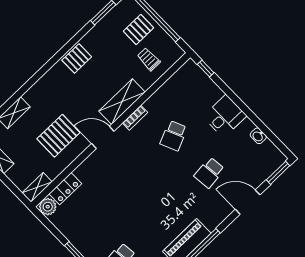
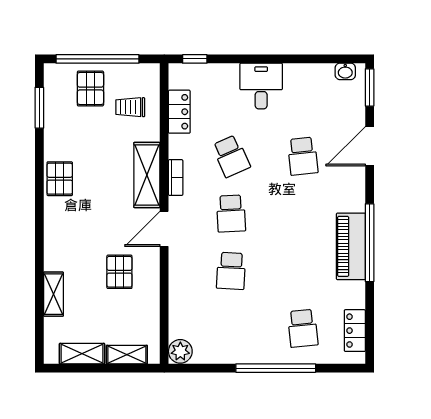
pallet: (58, 136) -> (119, 272), width x0.67, depth x0.71
washbasin: (258, 136) -> (345, 71), moved
school desk: (144, 164) -> (231, 214), added
shelving: (37, 187) -> (127, 355), moved, turned 90
locker: (65, 189) -> (179, 112), moved
school desk: (114, 193) -> (231, 271), added

